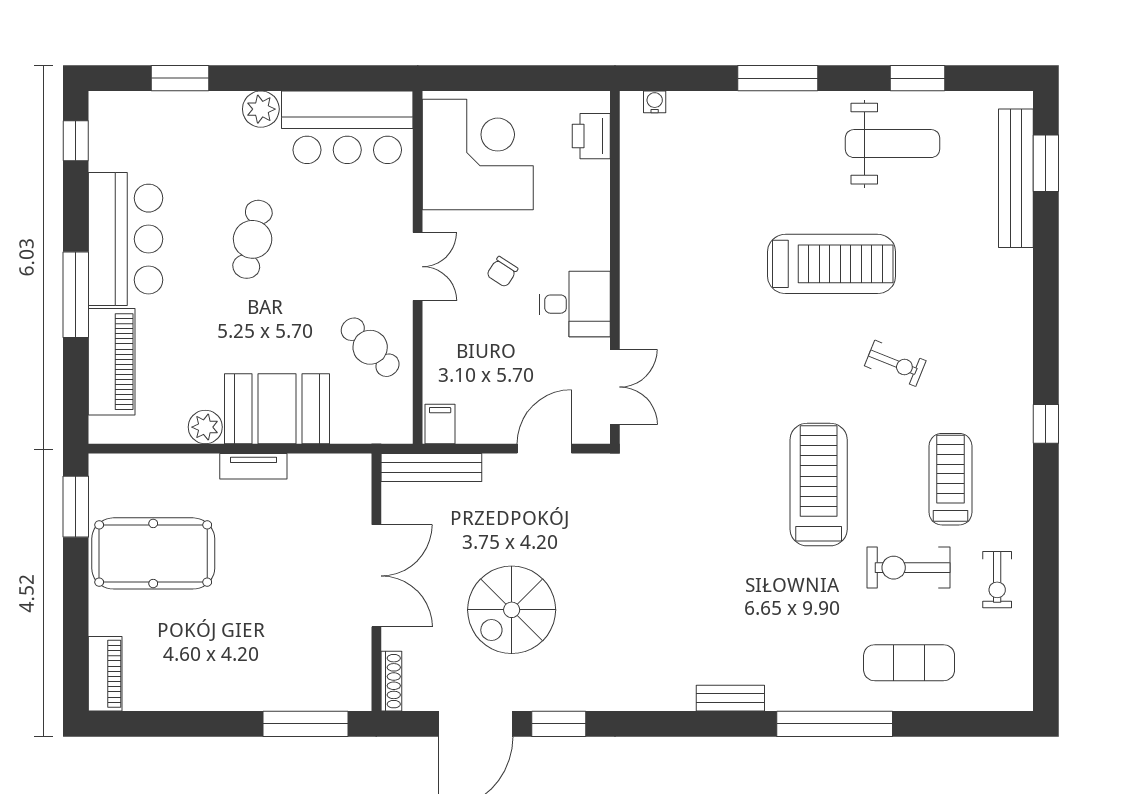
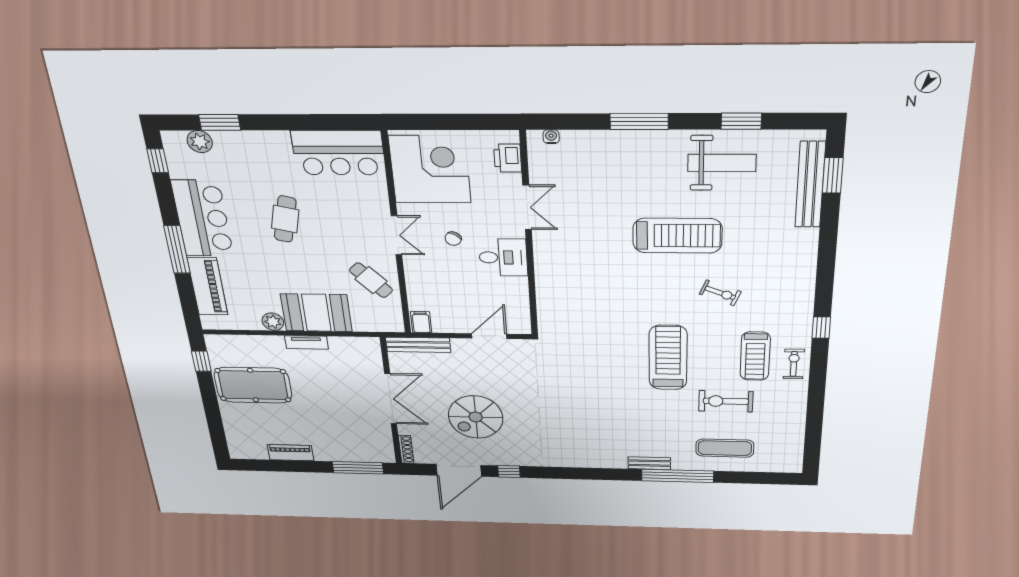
plant: (261, 109) -> (200, 142), moved
double door: (615, 387) -> (527, 207), moved
treadmill: (950, 479) -> (755, 356), turned 180
window: (76, 507) -> (201, 361), width x0.67
exercise bike: (997, 580) -> (794, 364), moved, turned 180
piano: (105, 674) -> (290, 453), moved, turned -90
bench: (730, 698) -> (649, 463), moved
window: (559, 724) -> (509, 472), width x0.67

